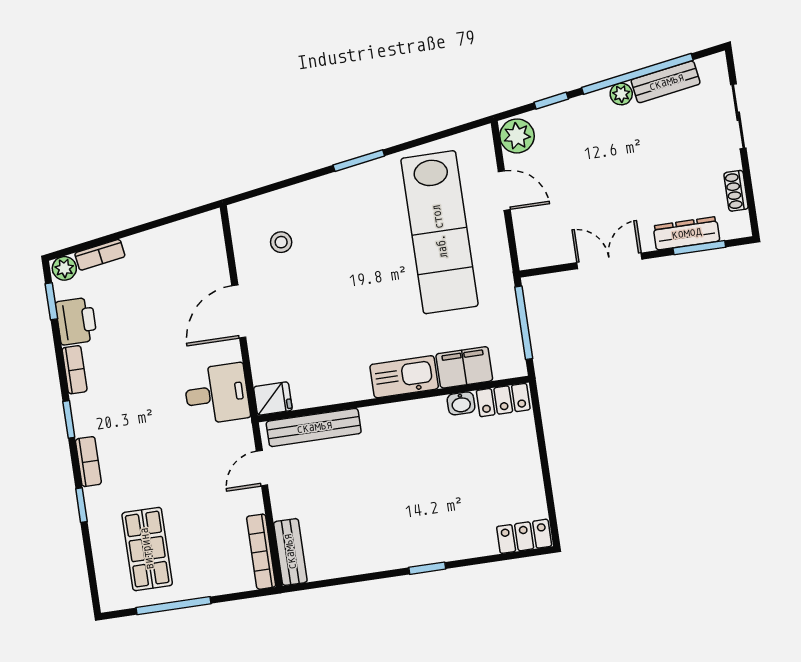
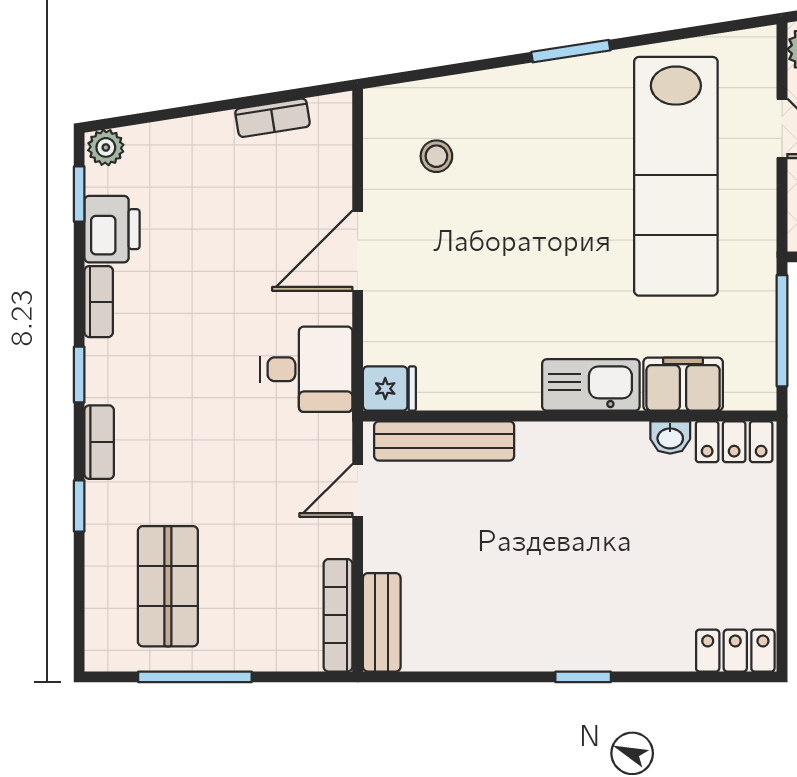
bookcase: (100, 255) -> (273, 118), moved

